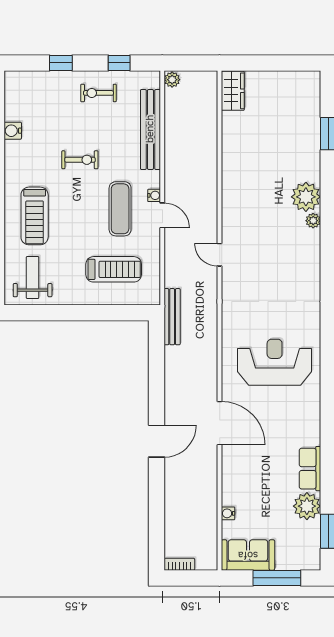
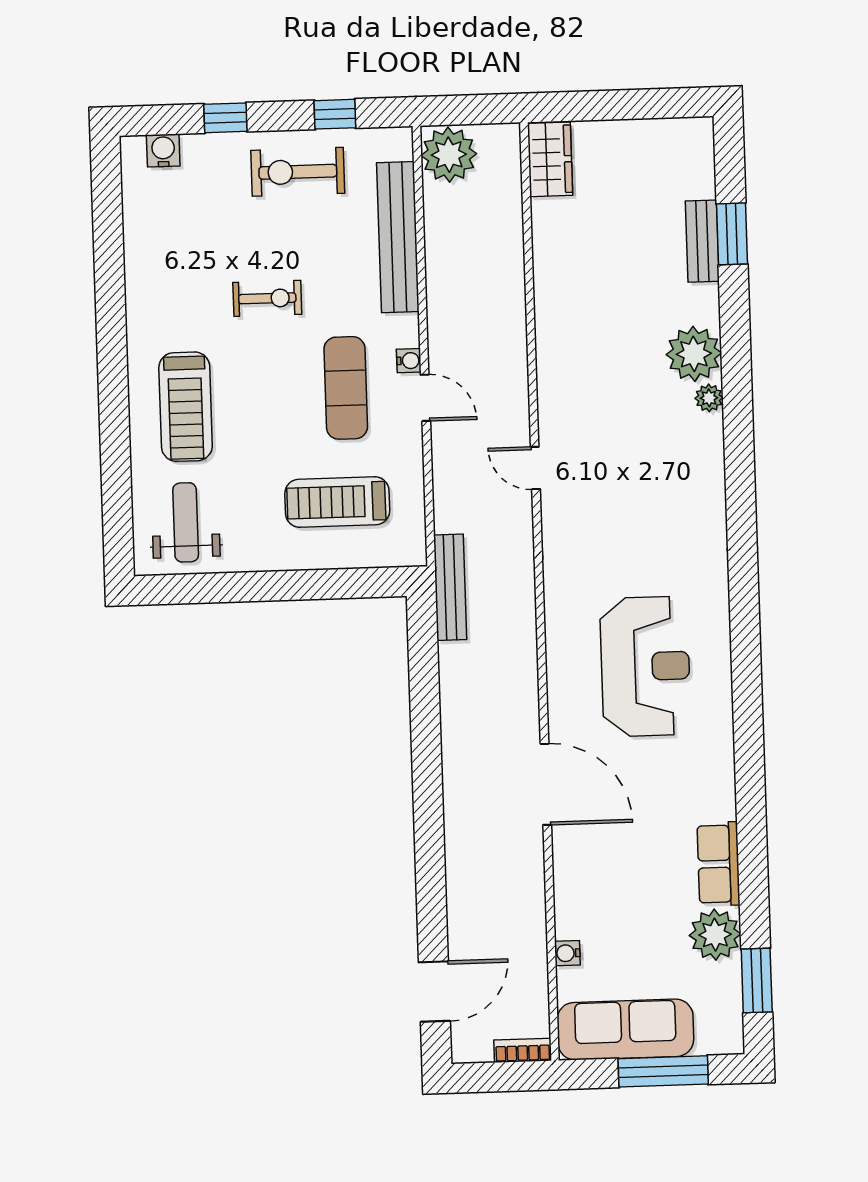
plant: (172, 80) -> (449, 155), width x1.88, depth x1.88
exercise bike: (98, 93) -> (298, 172), width x1.38, depth x1.39
water cooler: (13, 131) -> (163, 150), moved, turned 90
bench: (312, 137) -> (702, 241), added
treadmill: (114, 269) -> (337, 502), turned 180
reception desk: (275, 362) -> (645, 666), turned 90
door: (157, 441) -> (434, 992), moved
sofa: (248, 555) -> (625, 1029), width x1.36
bookcase: (179, 564) -> (523, 1050), moved

